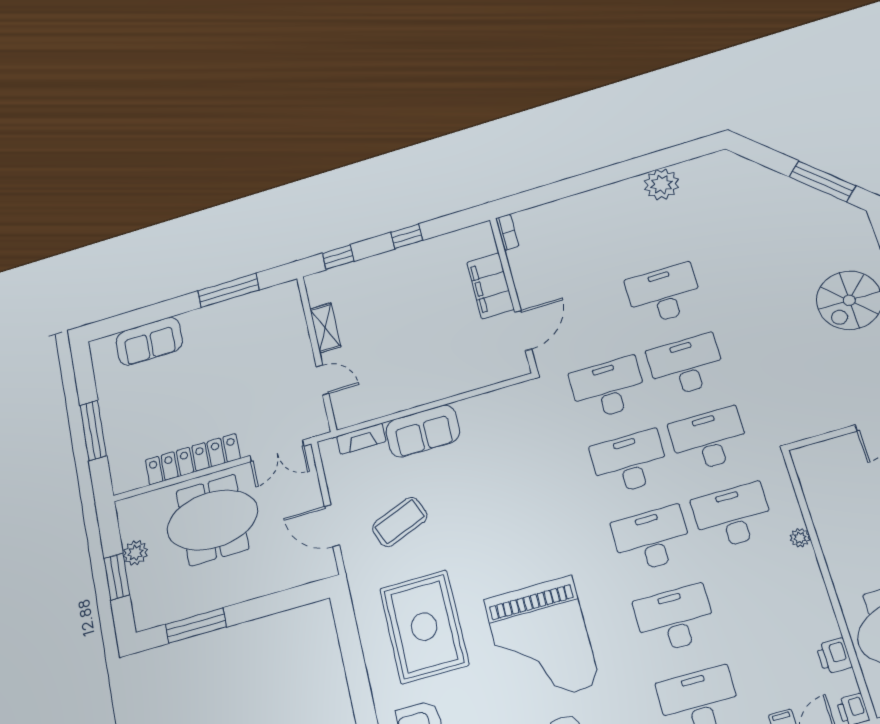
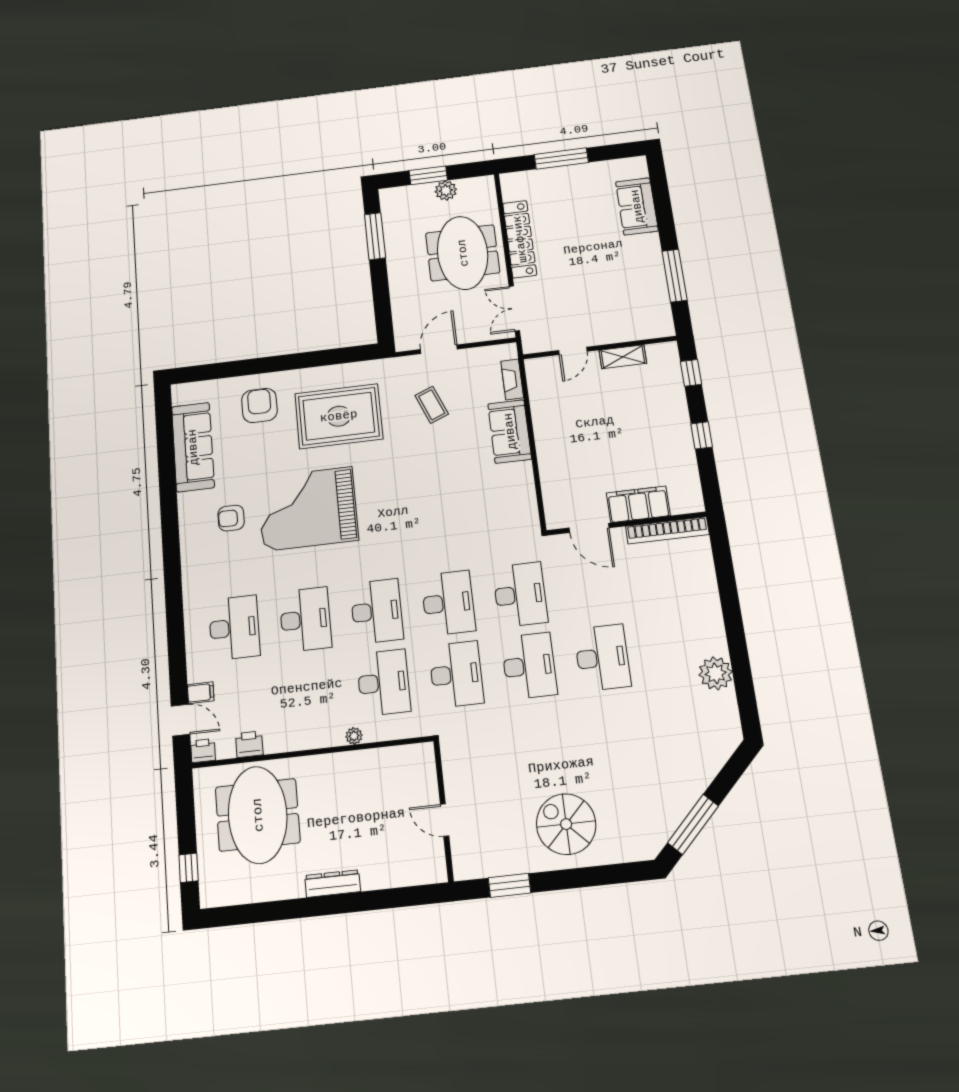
bookcase: (507, 232) -> (667, 530), width x2.31, depth x1.31
coffee table: (400, 522) -> (432, 405), width x0.73, depth x0.77

